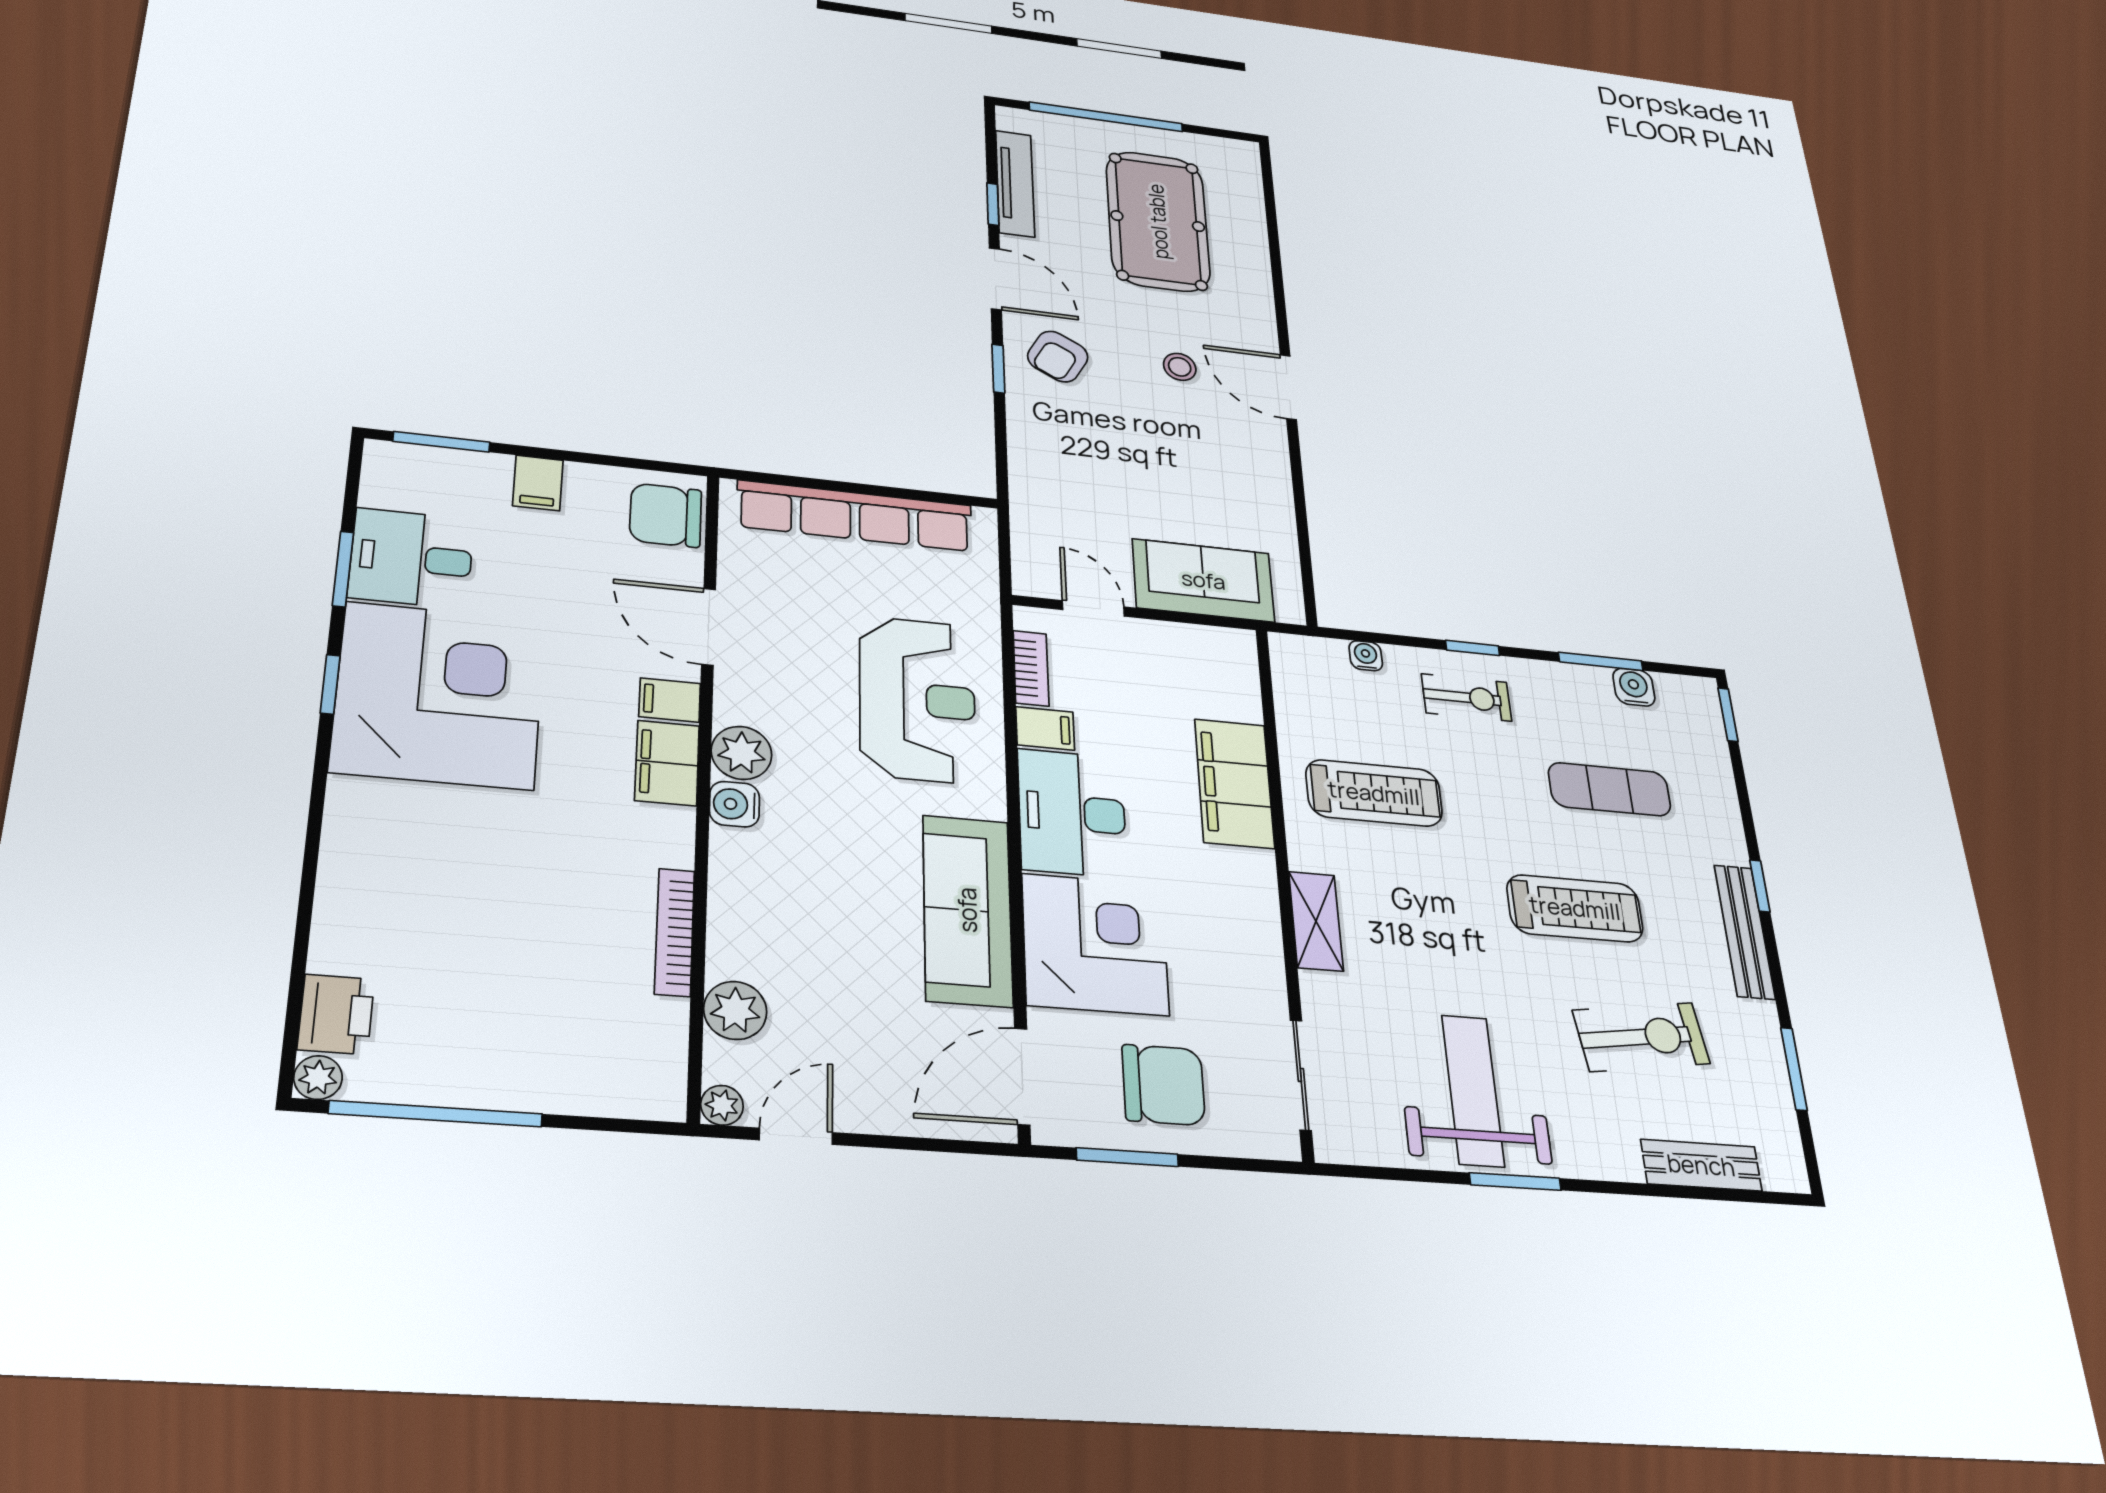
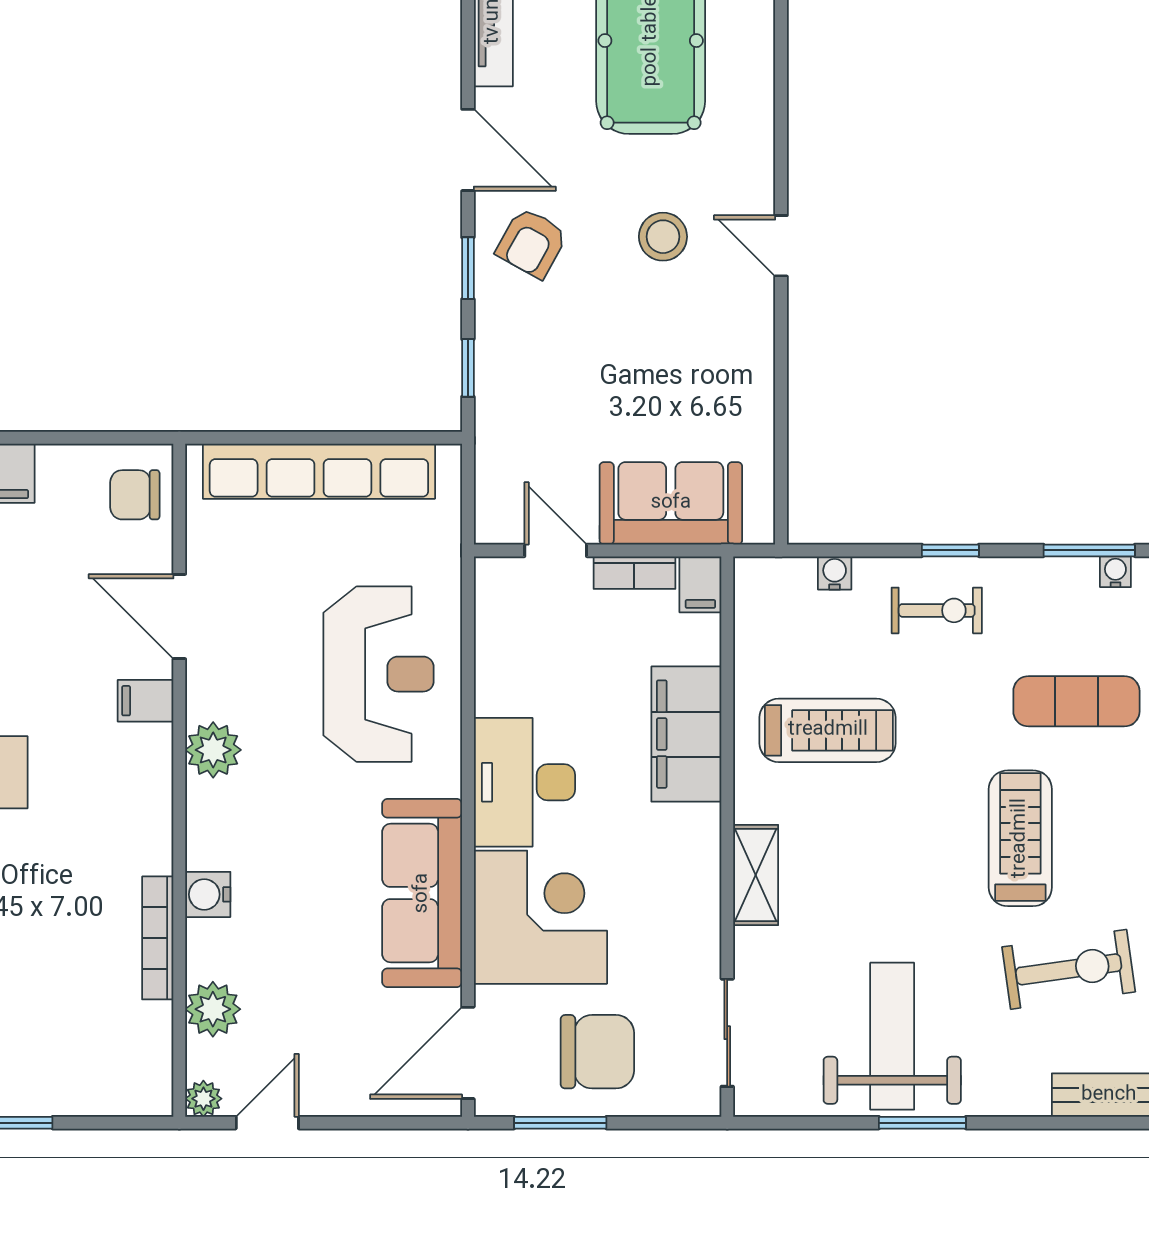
window: (993, 204) -> (468, 368), moved
stool: (1180, 367) -> (663, 237), width x1.37, depth x1.37
door: (1288, 387) -> (781, 246), width x0.73
chair: (666, 515) -> (135, 495), width x0.73, depth x0.73
bookcase: (1031, 668) -> (634, 573), moved, turned 90
water cooler: (1634, 687) -> (1115, 572), width x0.72, depth x0.72
filing cabinet: (1045, 728) -> (700, 584), moved, turned 90
filing cabinet: (667, 763) -> (145, 768), removed
water cooler: (734, 804) -> (208, 894), moved
treadmill: (1575, 908) -> (1020, 838), turned -90

